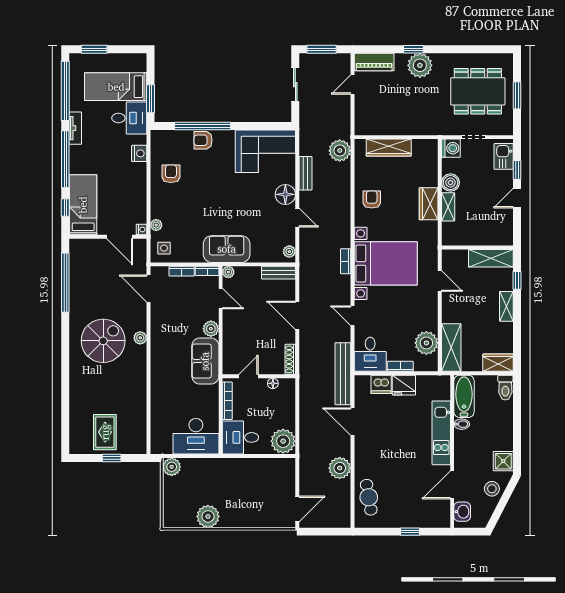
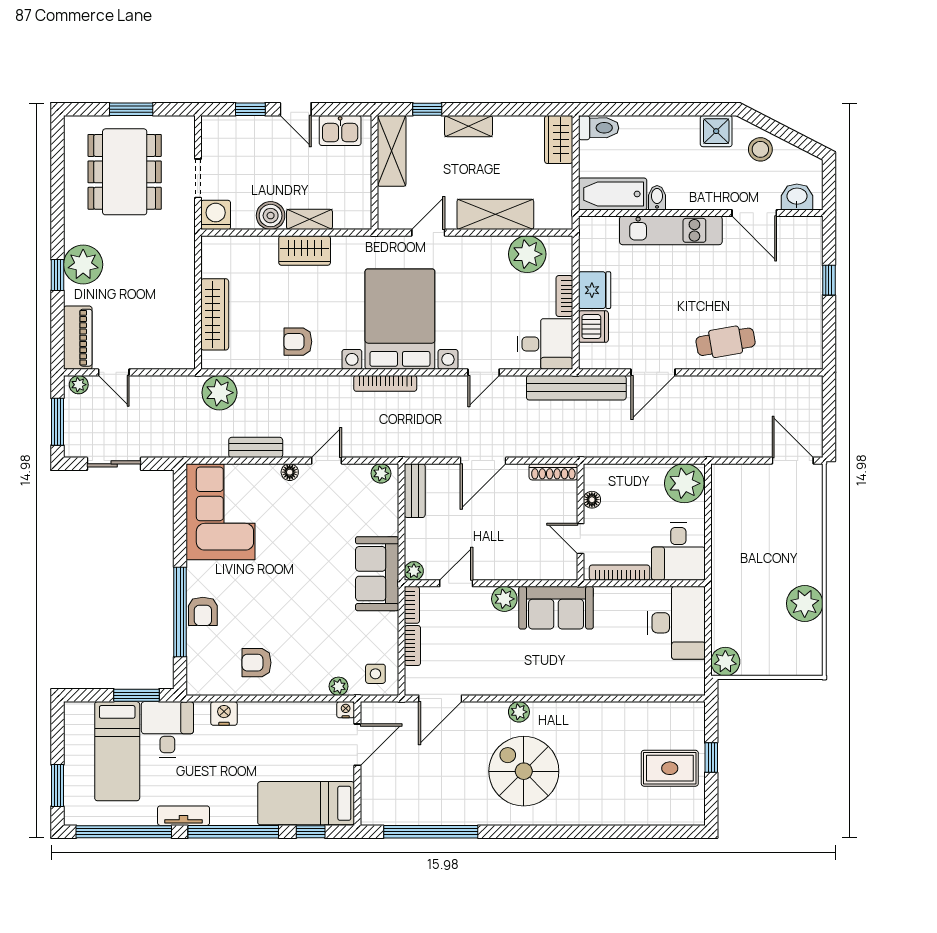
kitchen sink: (504, 156) -> (340, 130), moved
floor lamp: (285, 194) -> (290, 472), width x0.53, depth x0.53
bookcase: (346, 261) -> (385, 383), width x1.56
shelving: (451, 347) -> (495, 214), moved
plant: (340, 468) -> (79, 385), moved, width x0.53, depth x0.53
cafe table: (369, 497) -> (726, 342), moved

